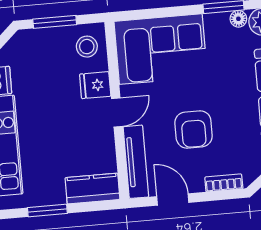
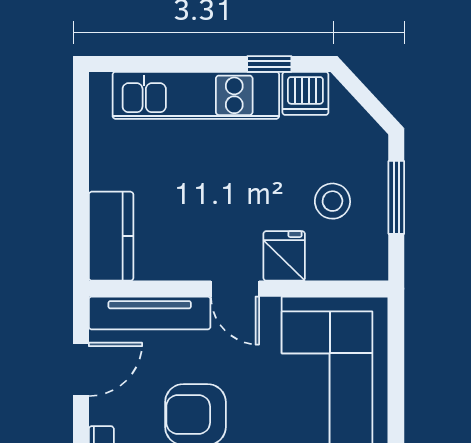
stool: (87, 47) -> (332, 201), moved
window: (47, 210) -> (81, 157), removed

